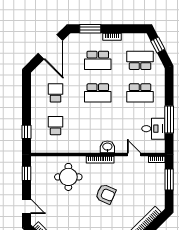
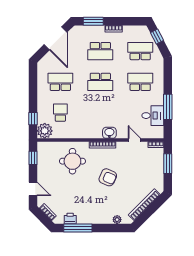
school desk: (56, 93) -> (60, 82), width x1.85
school desk: (140, 93) -> (140, 82), turned 180
plant: (39, 145) -> (45, 131), added

